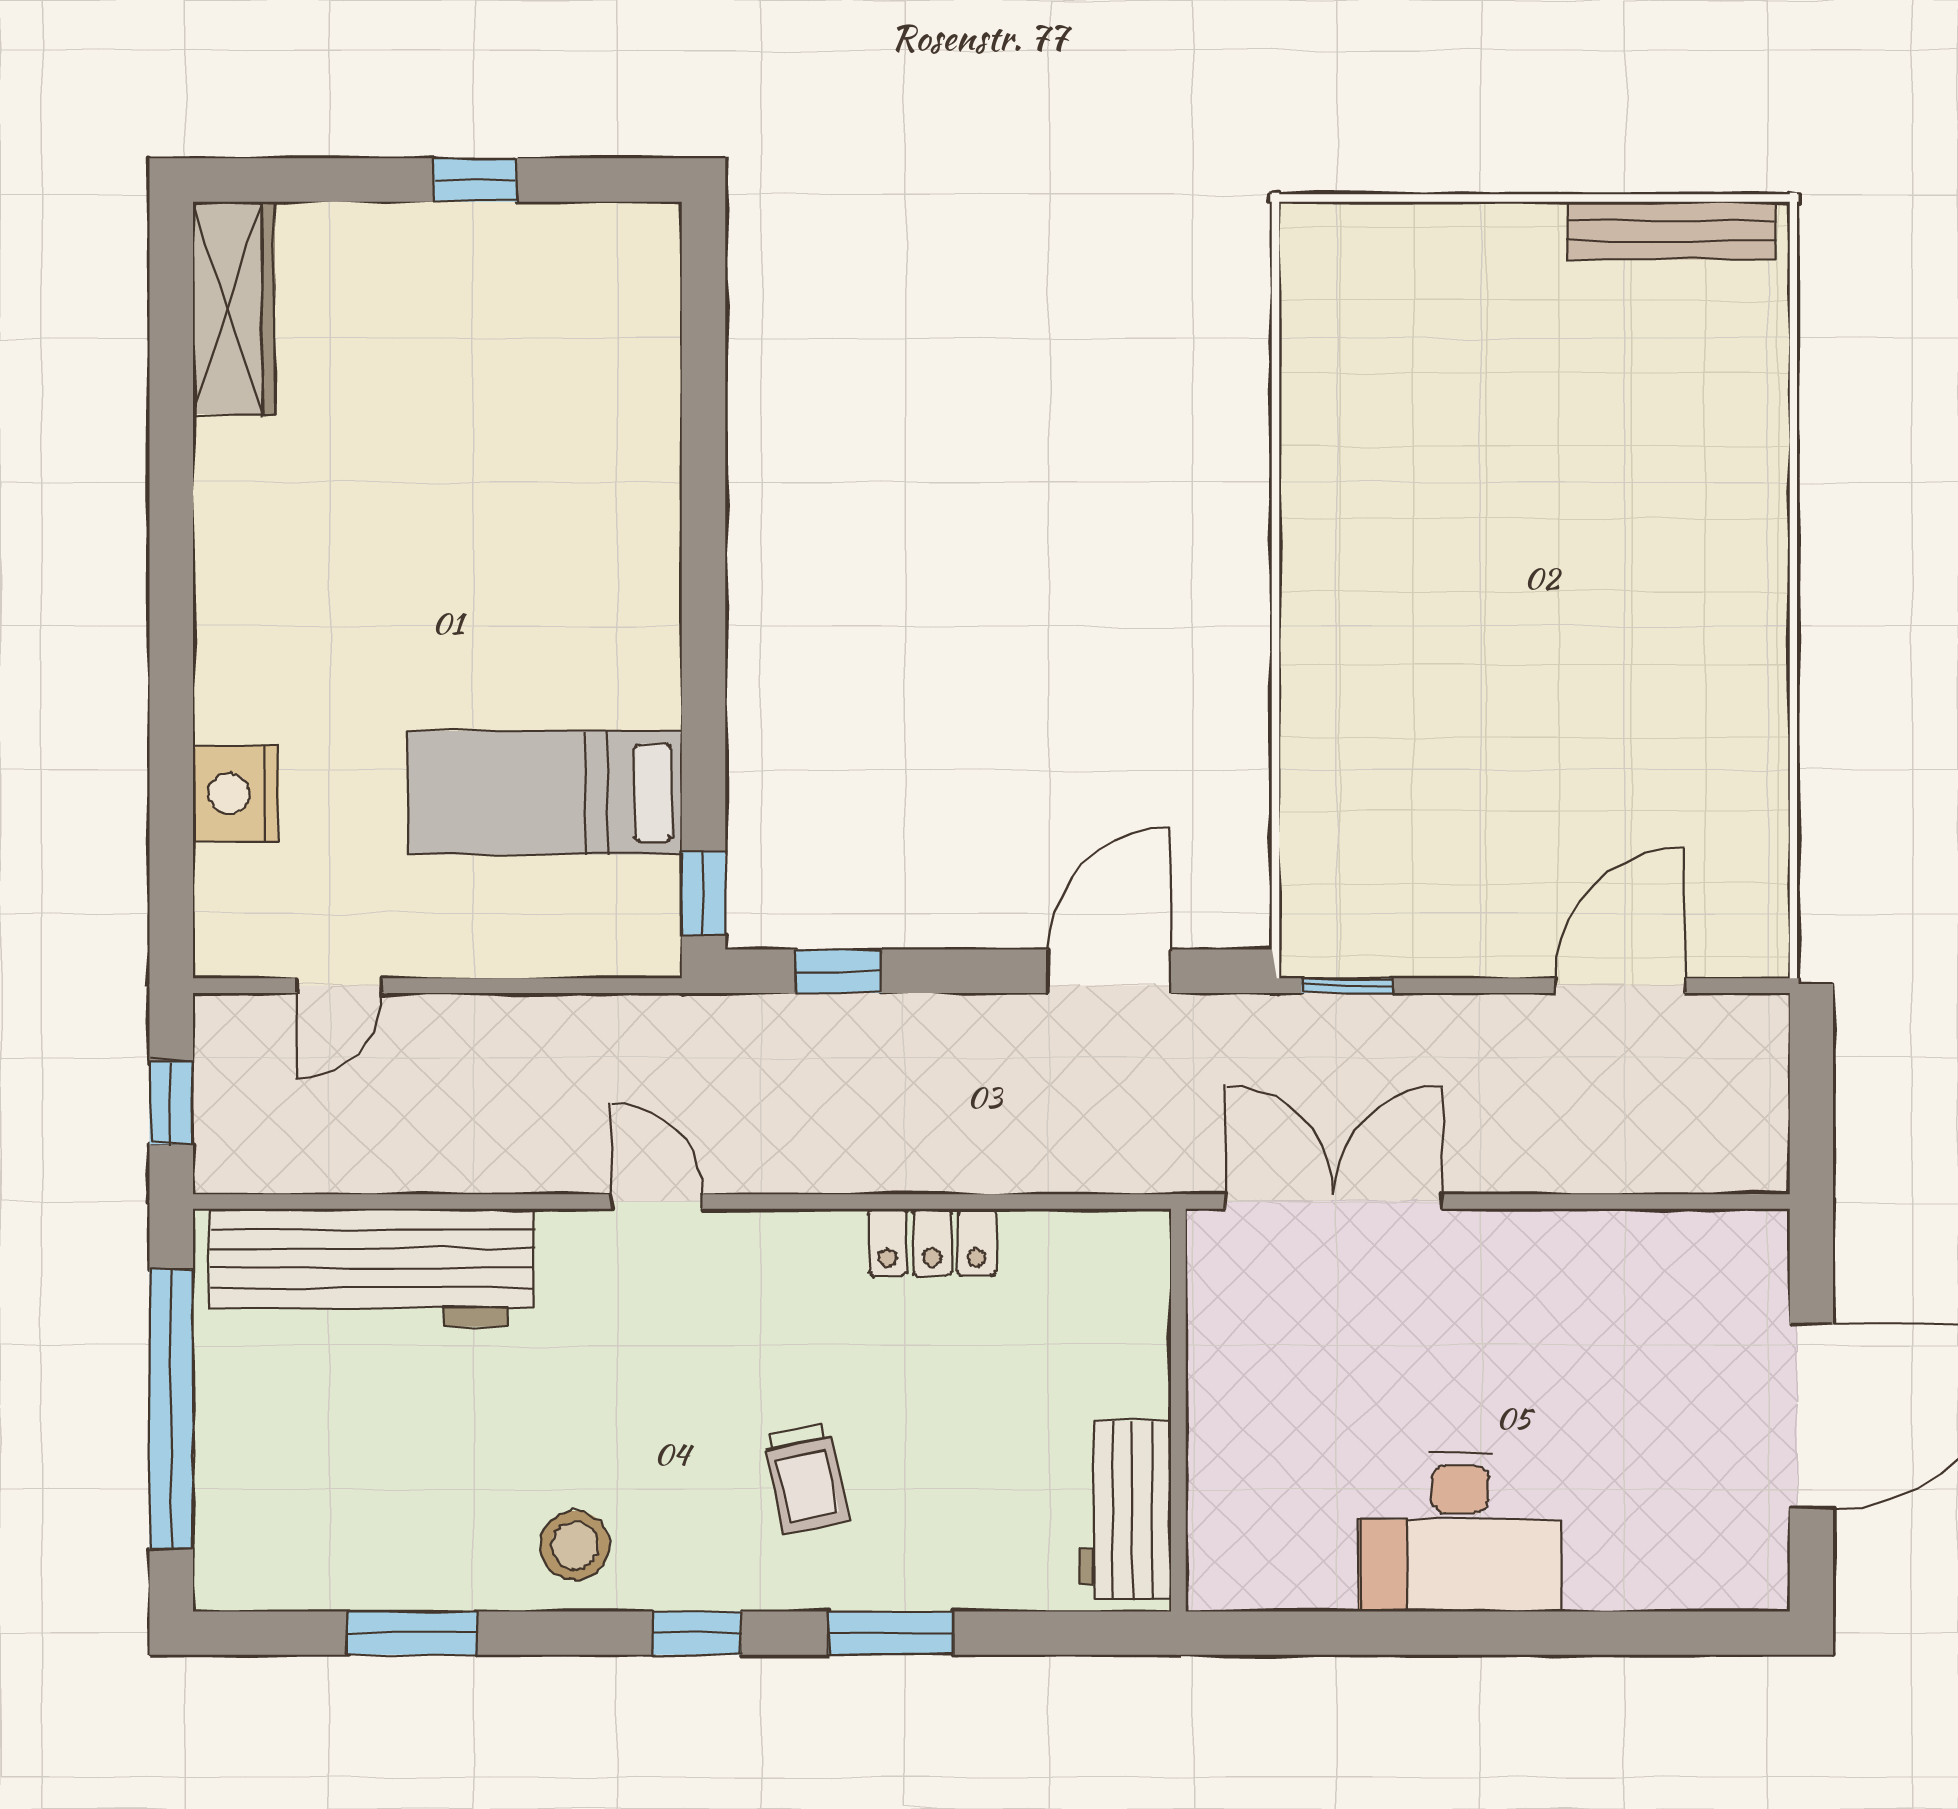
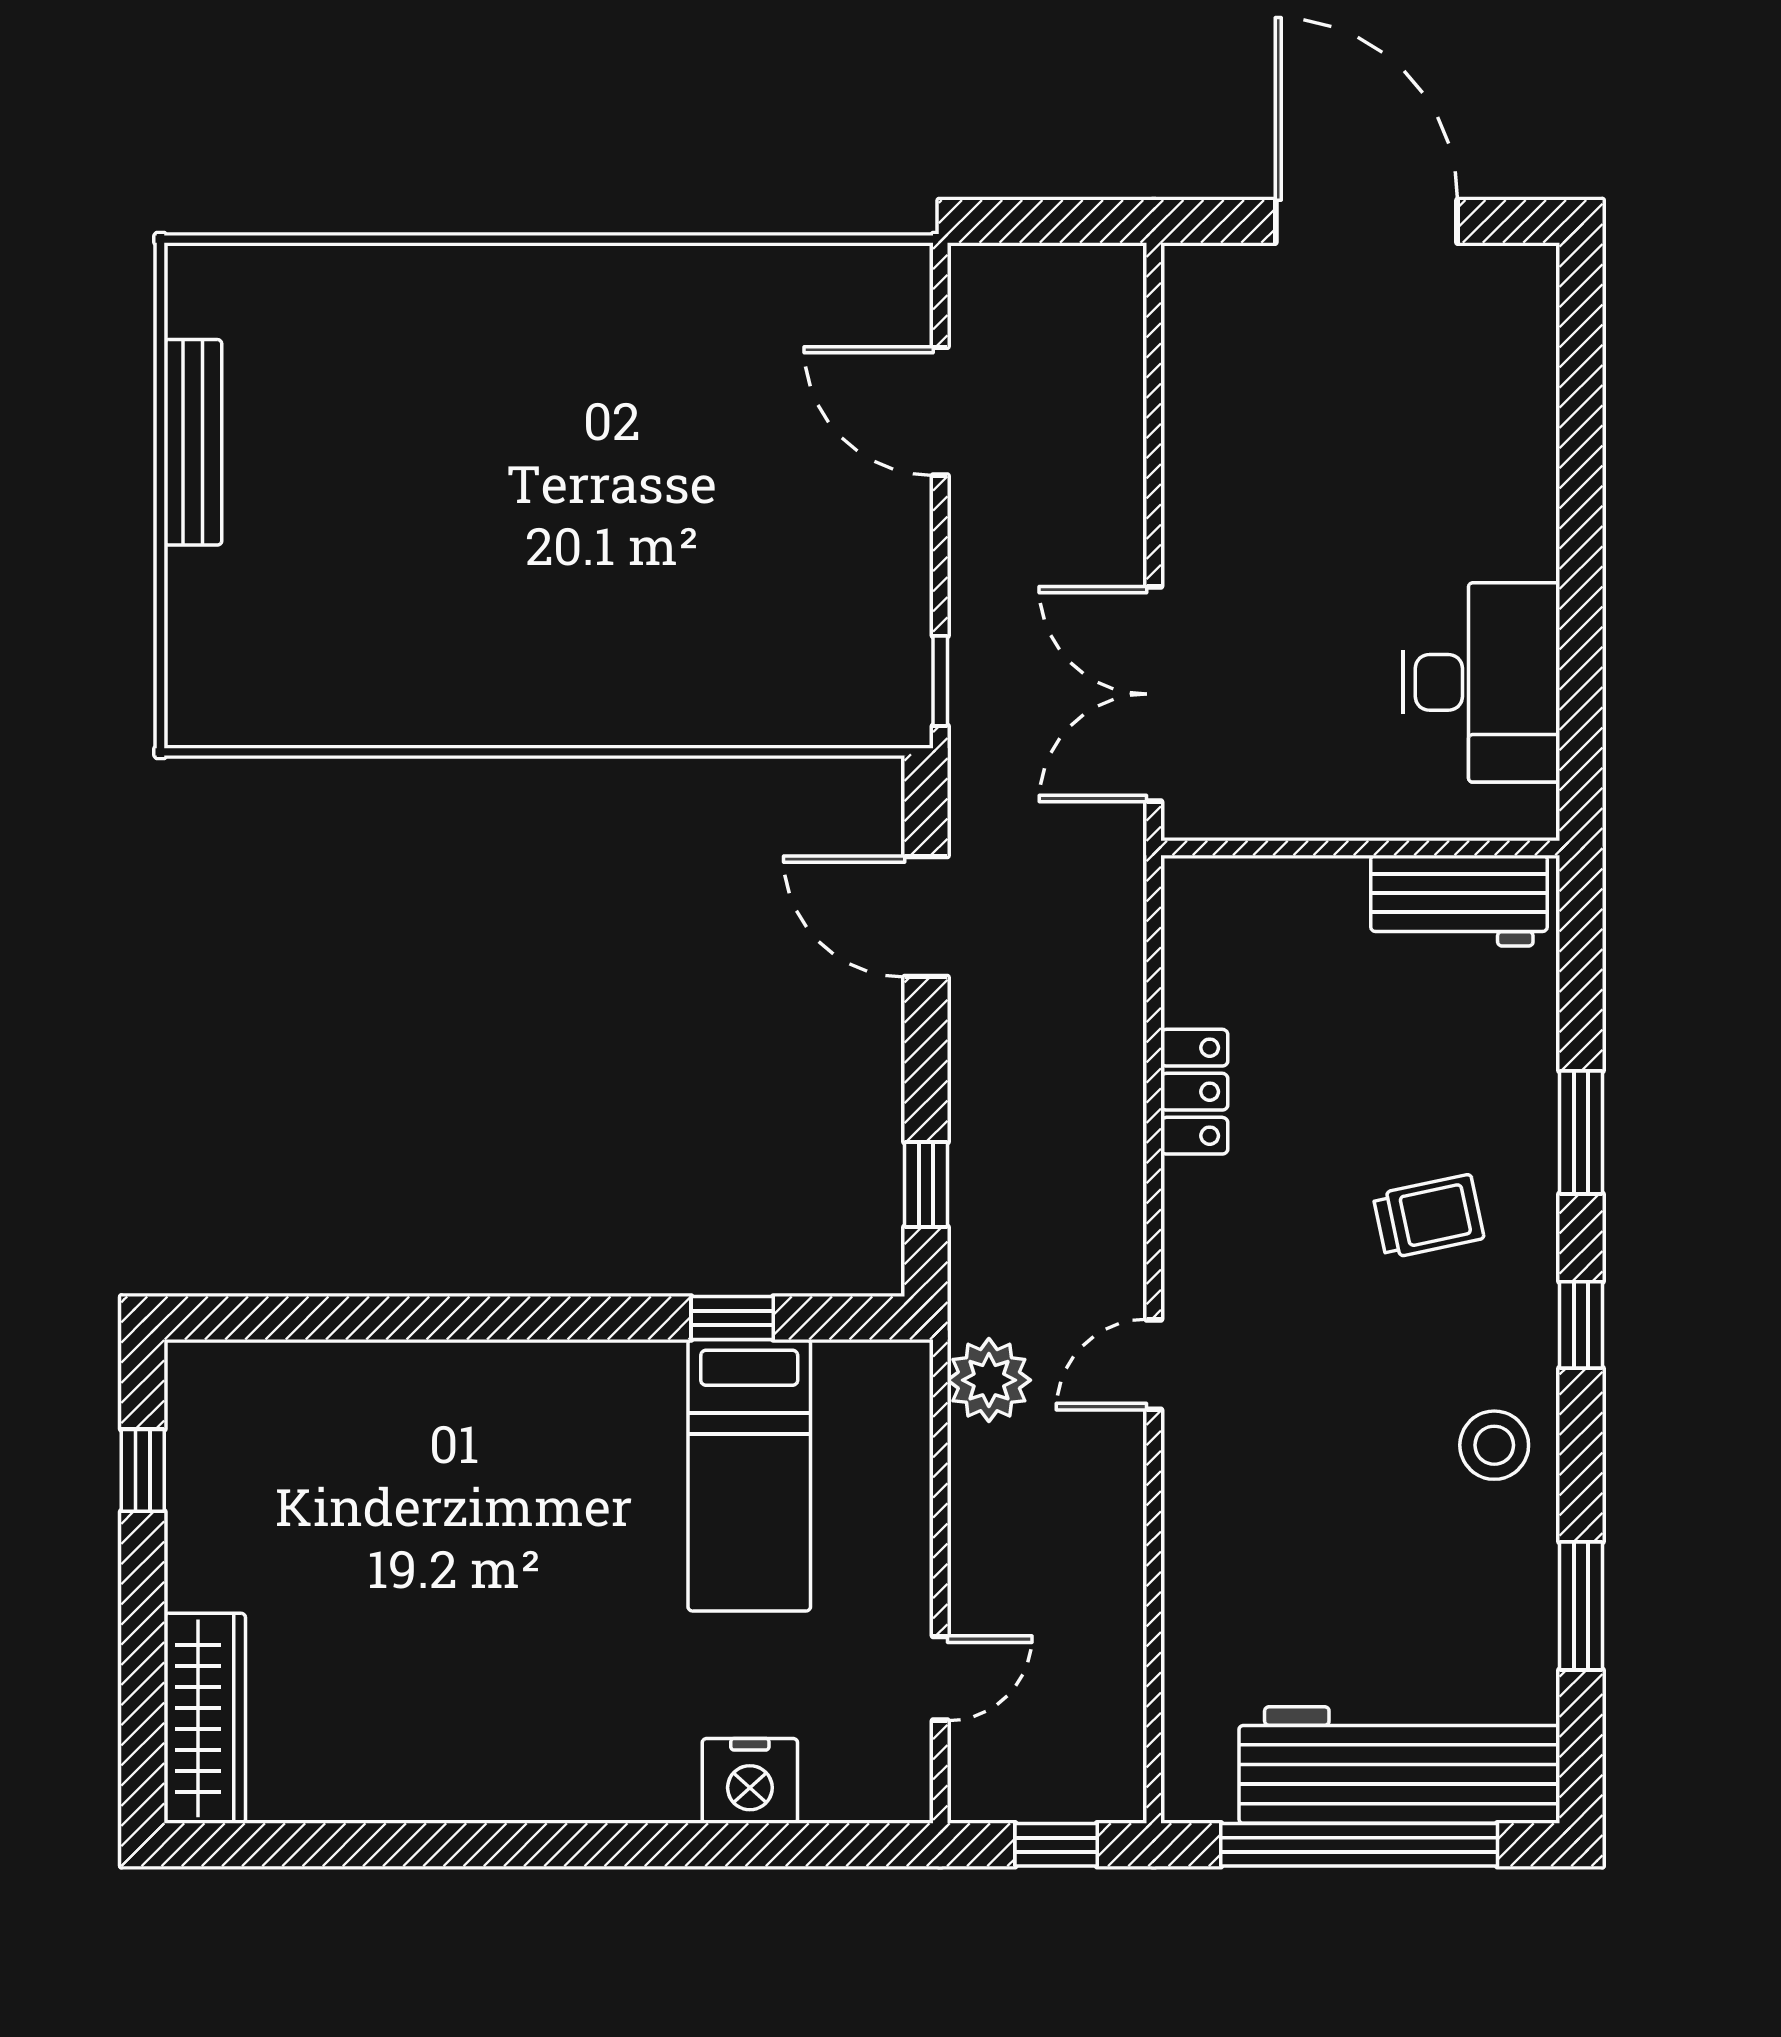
window: (475, 180) -> (143, 1470), moved
bench: (1672, 231) -> (193, 442), moved
wardrobe: (234, 308) -> (205, 1718), moved, turned 90
window: (704, 893) -> (732, 1318), moved
door: (339, 986) -> (940, 1678), hinge flipped
plant: (641, 1035) -> (989, 1380), added
workbench: (372, 1268) -> (1399, 1765), moved, turned -90
desk: (1460, 1532) -> (1481, 682), moved

